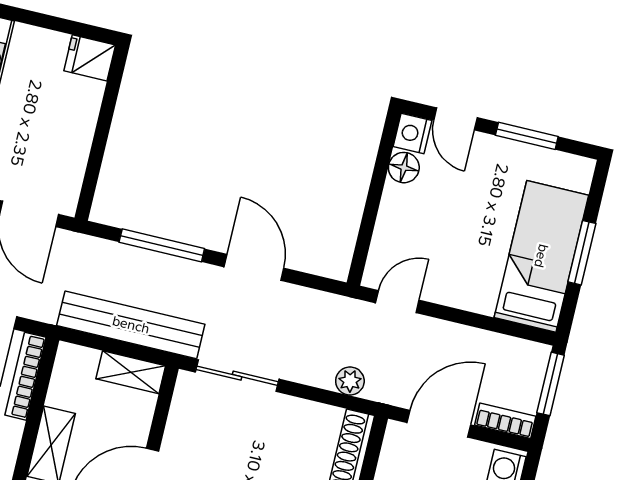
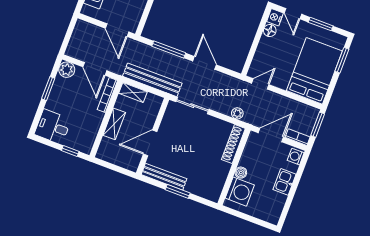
window: (582, 253) -> (342, 60), moved
bed: (541, 256) -> (314, 71), width x1.50
shelving: (131, 372) -> (133, 92), moved

